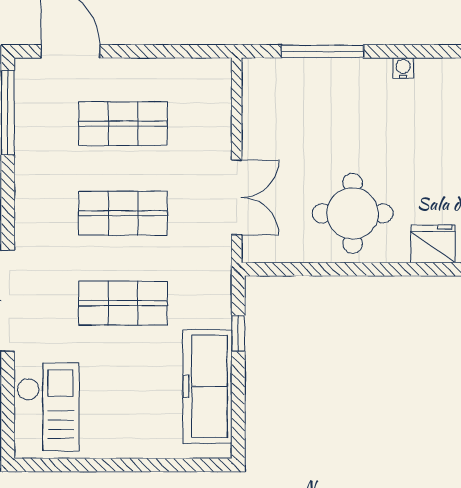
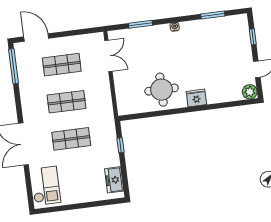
window: (323, 51) -> (141, 24), width x0.69
double door: (237, 197) -> (108, 56), moved
freezer: (207, 386) -> (114, 180), width x0.52, depth x0.79

